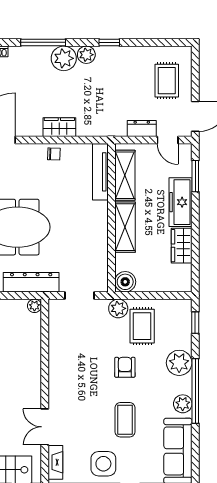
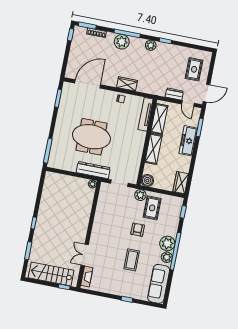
plant: (64, 58) -> (122, 42), moved
wardrobe: (182, 246) -> (181, 183), moved
plant: (179, 363) -> (167, 243), moved
side table: (103, 464) -> (114, 283), removed

